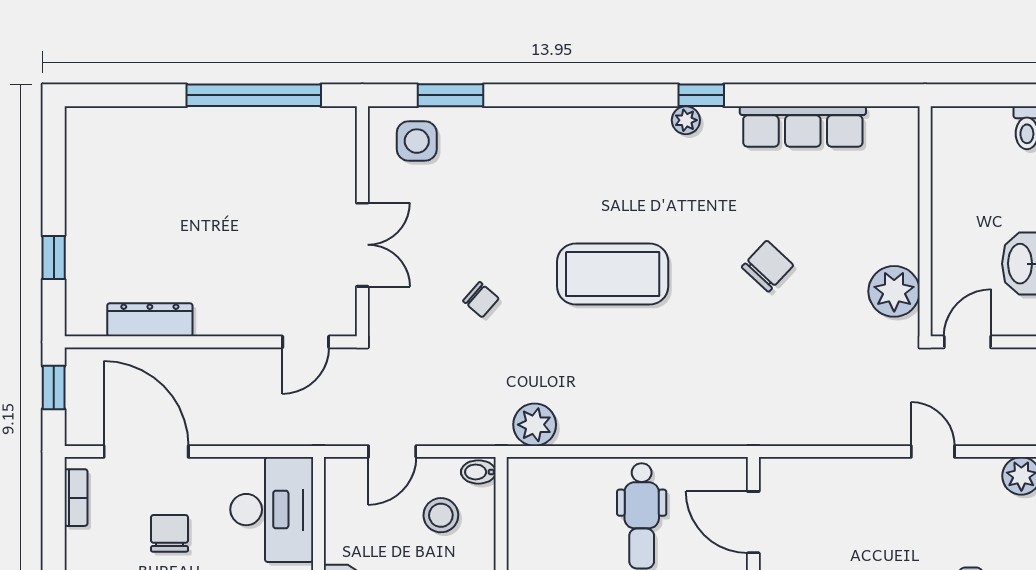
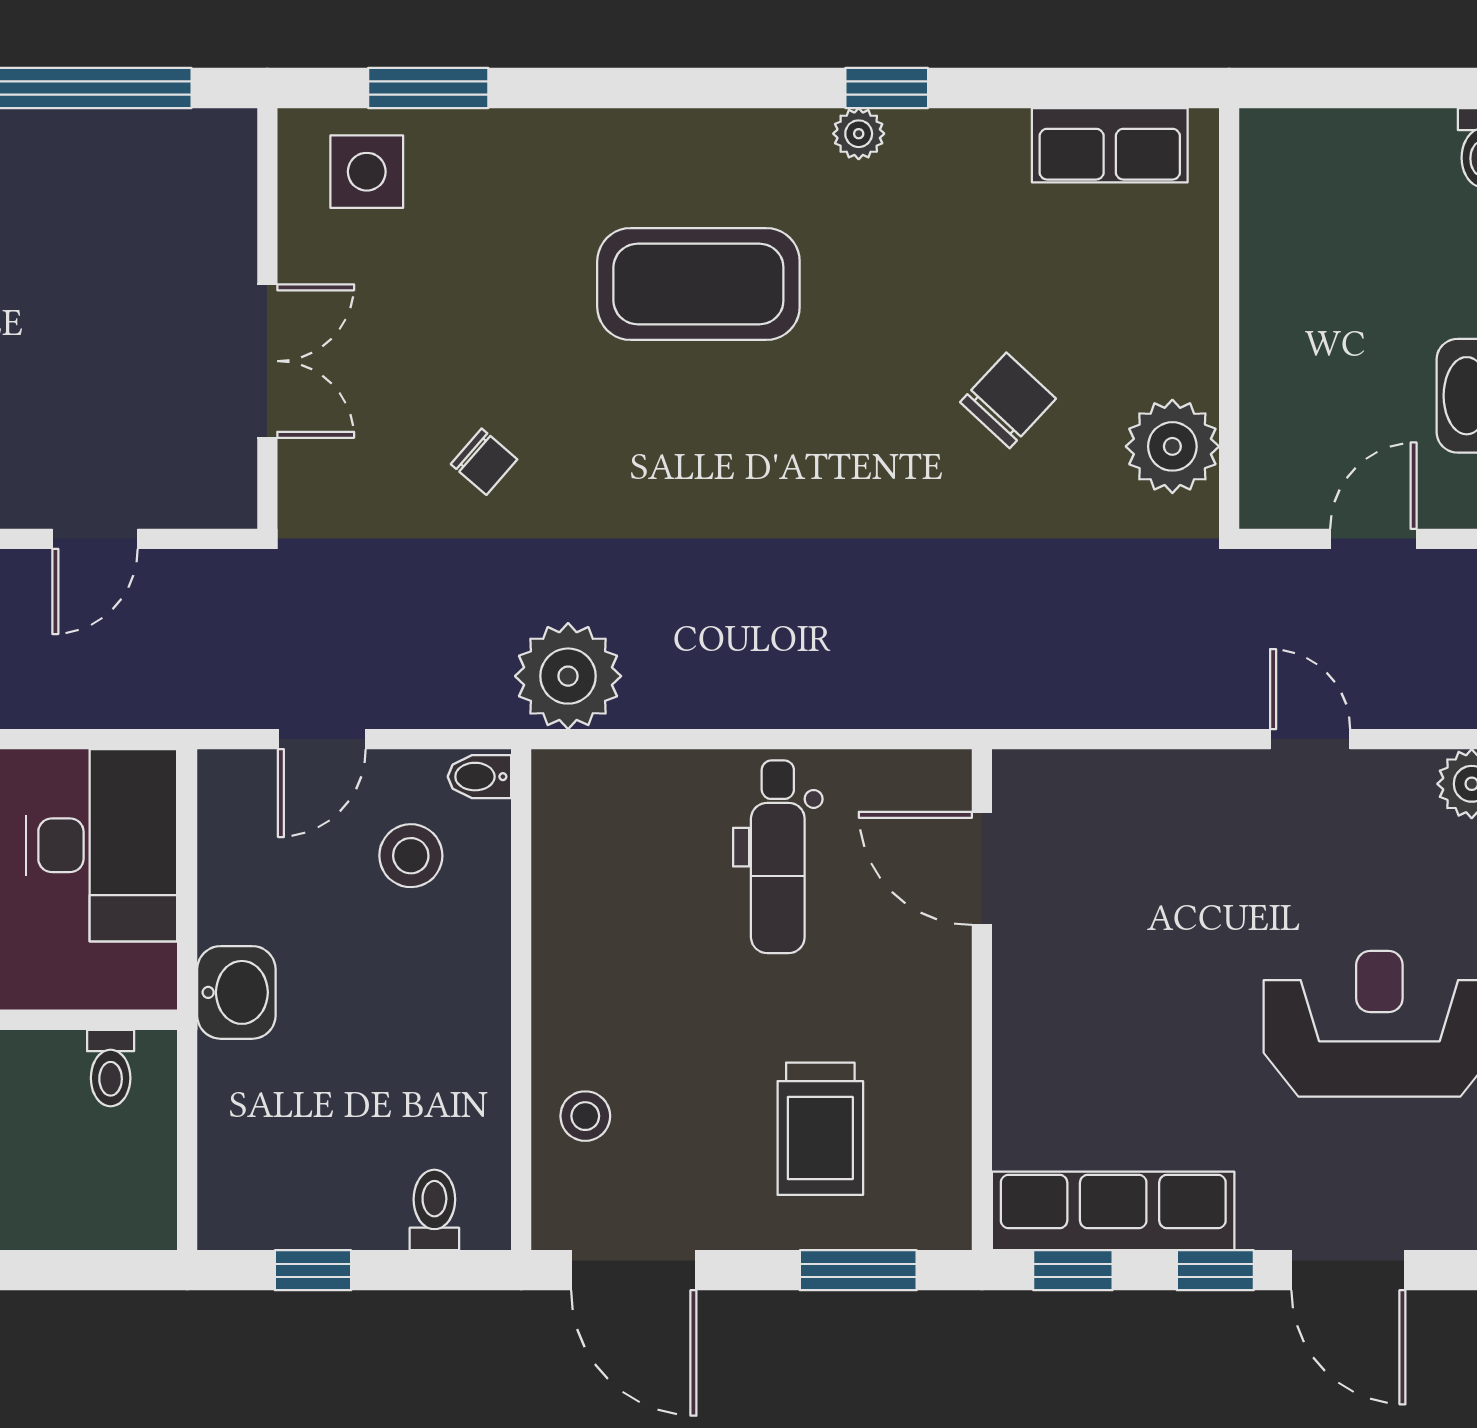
row of seats: (803, 127) -> (1110, 145), width x0.68
wall: (925, 221) -> (1229, 318), moved
coffee table: (613, 274) -> (698, 284), moved
plant: (894, 291) -> (1172, 446), moved
door: (306, 342) -> (95, 539), moved
plant: (535, 425) -> (568, 676), width x1.36, depth x1.36

